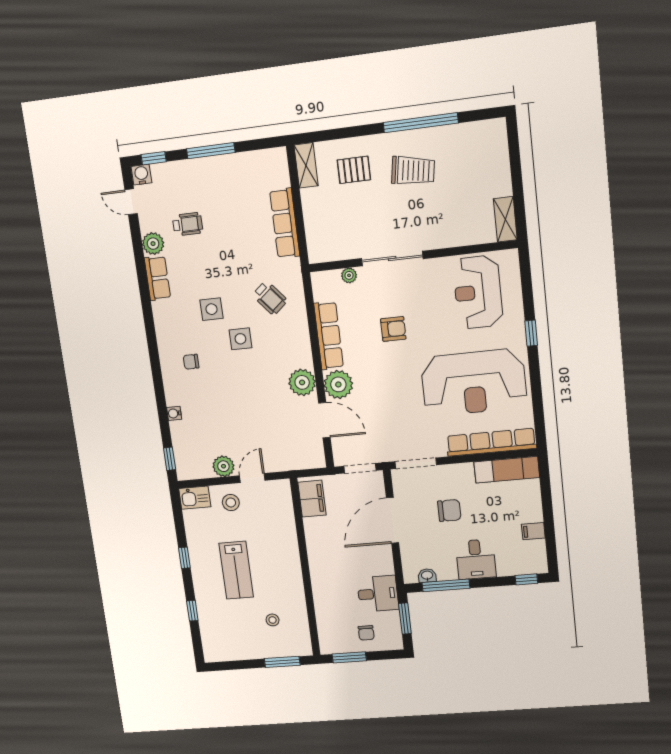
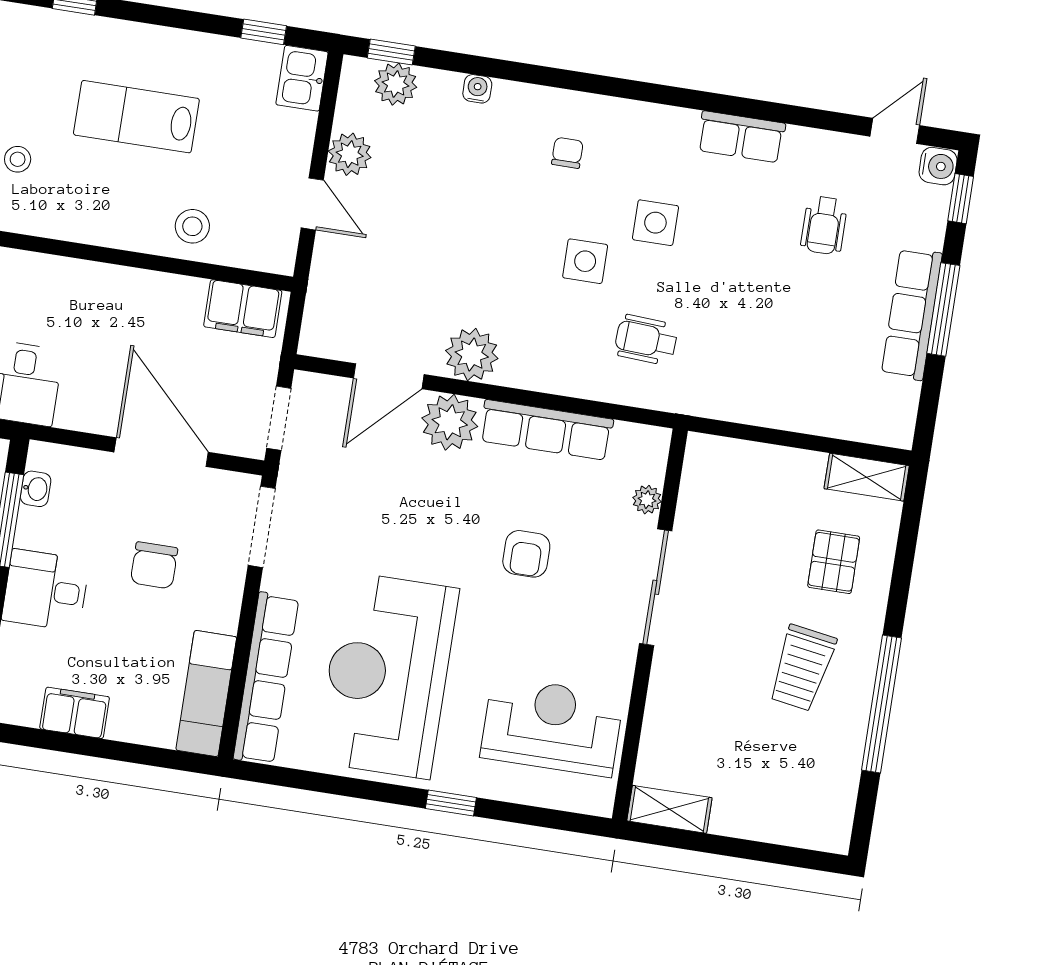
row of seats: (285, 223) -> (912, 314), moved, turned -90
plant: (153, 244) -> (396, 84), moved
wheelchair: (270, 298) -> (646, 340), turned 43
stool: (231, 502) -> (192, 226), moved
filing cabinet: (533, 531) -> (75, 713), width x2.00
window: (184, 558) -> (264, 32), moved

